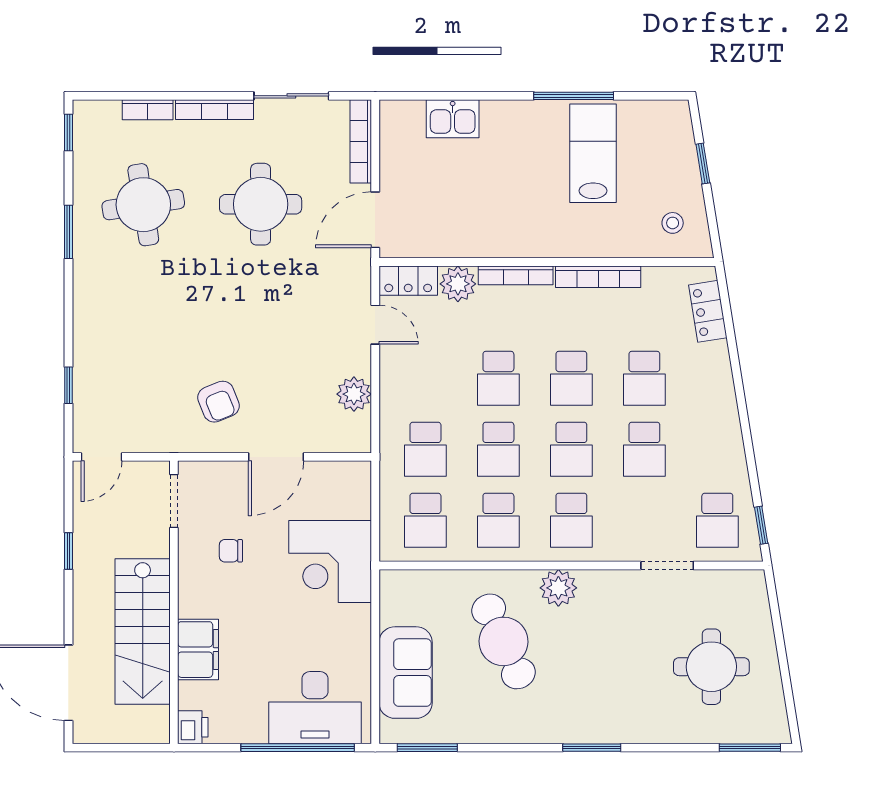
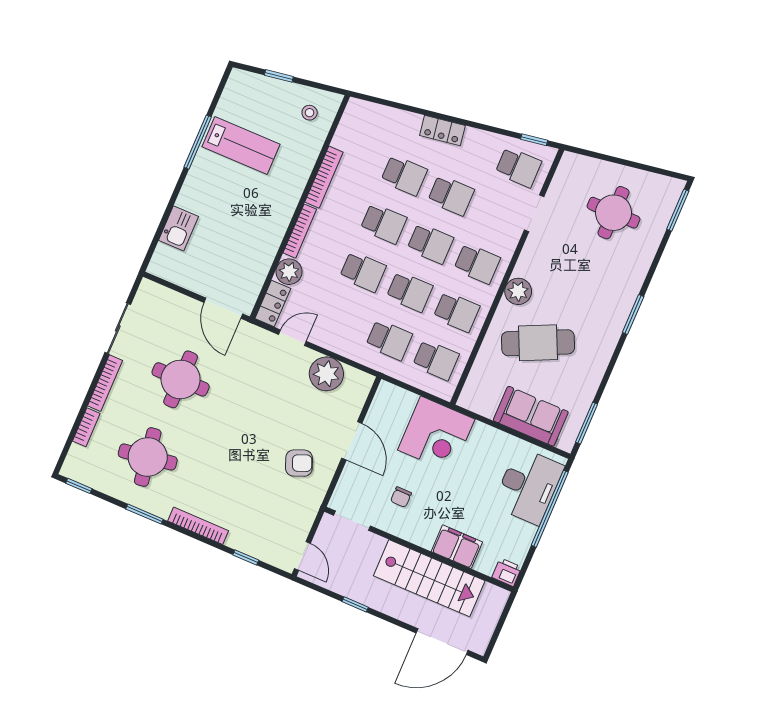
bookcase: (361, 141) -> (198, 526), moved, turned 180
lab bench: (593, 153) -> (241, 146), turned 180
locker: (708, 311) -> (442, 131), moved
plant: (354, 394) -> (326, 374), width x1.36, depth x1.36

